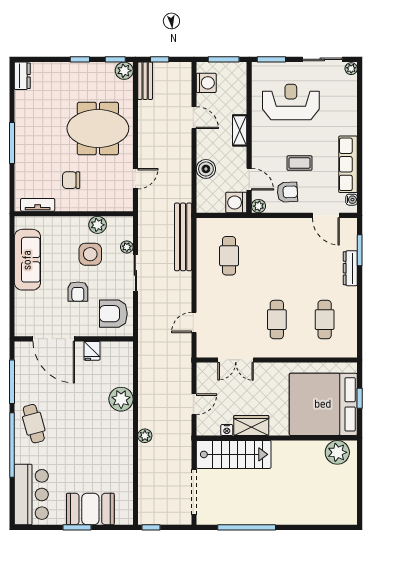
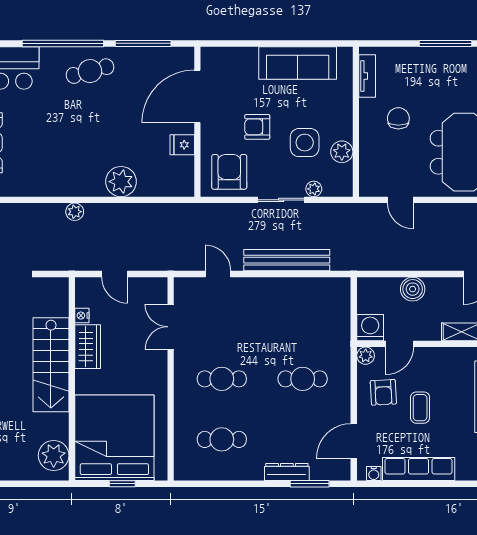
bench: (183, 237) -> (287, 260), moved
cafe table: (229, 256) -> (303, 379), moved
stairs: (234, 454) -> (51, 365), moved

